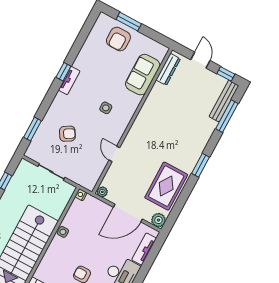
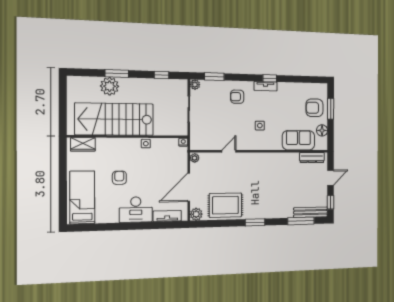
floor lamp: (146, 43) -> (322, 130), added
armchair: (67, 134) -> (237, 97), moved, turned 121
plant: (31, 153) -> (195, 85), added
door: (128, 213) -> (189, 187), hinge flipped

